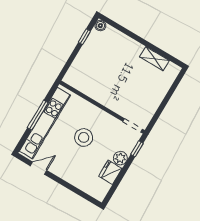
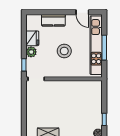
door: (39, 168) -> (82, 12), hinge flipped
kitchen counter: (75, 178) -> (53, 20), added

